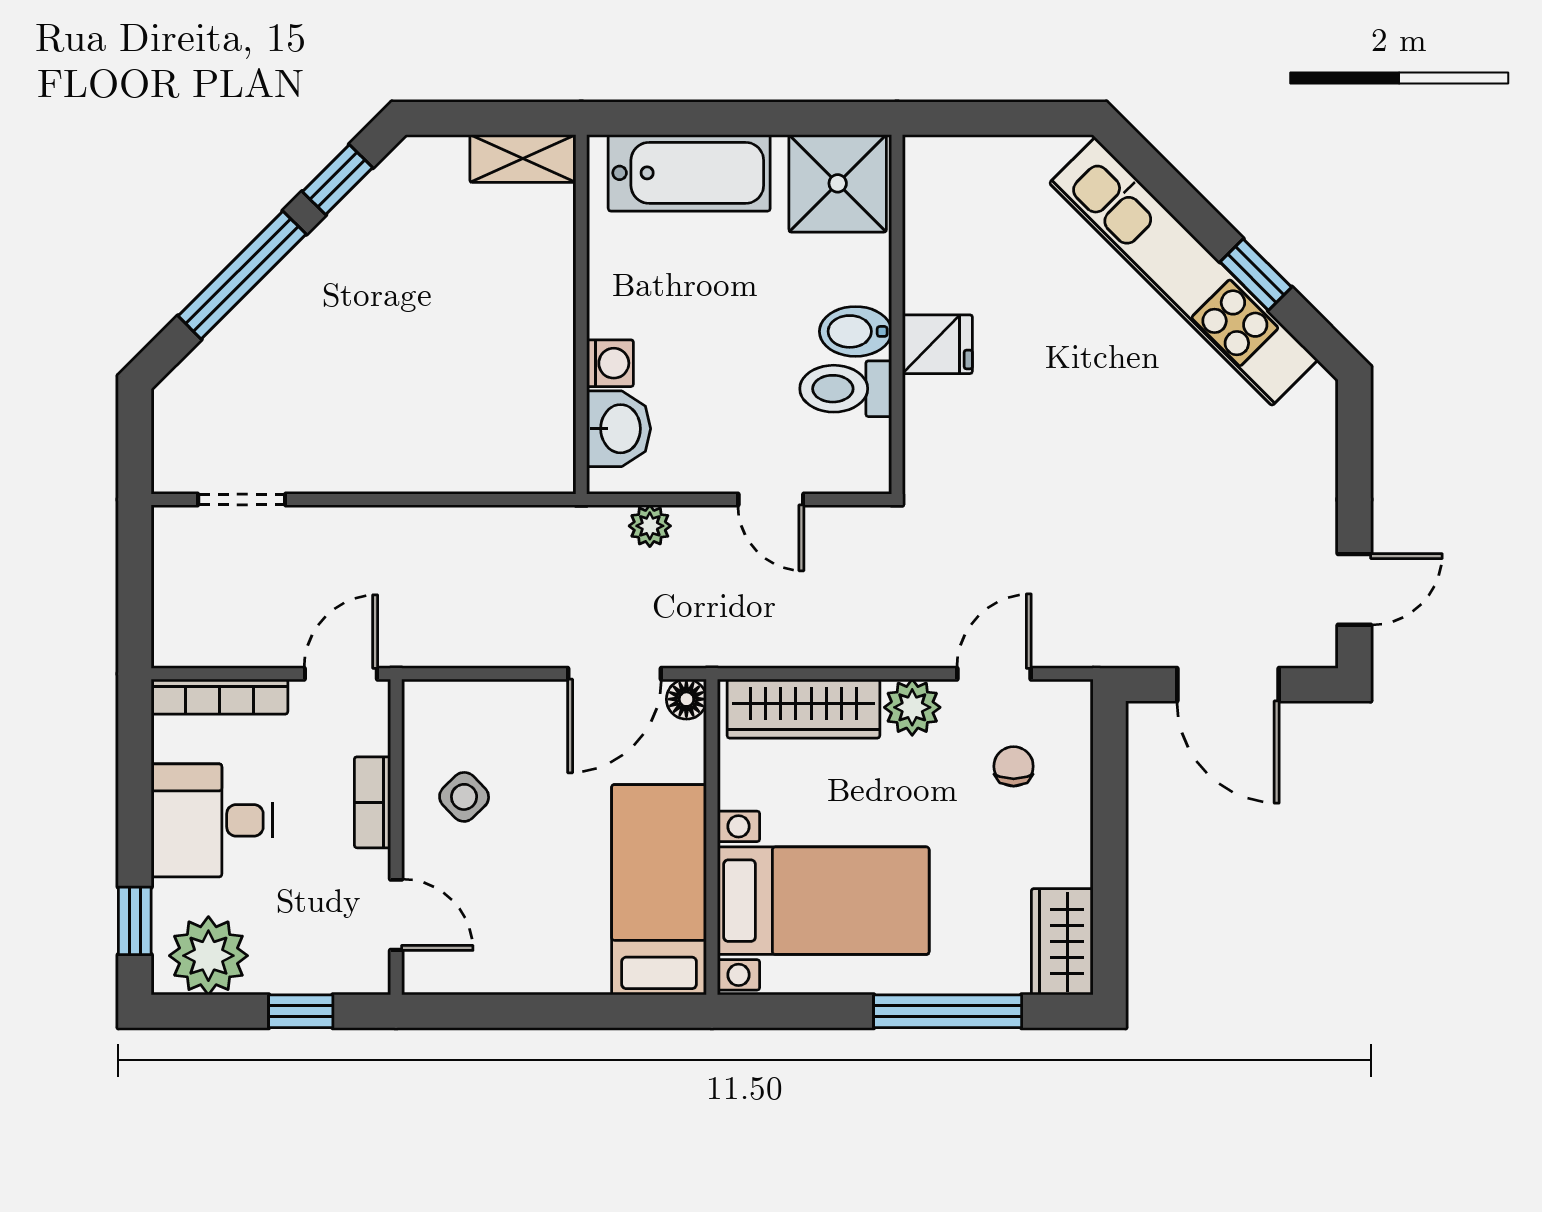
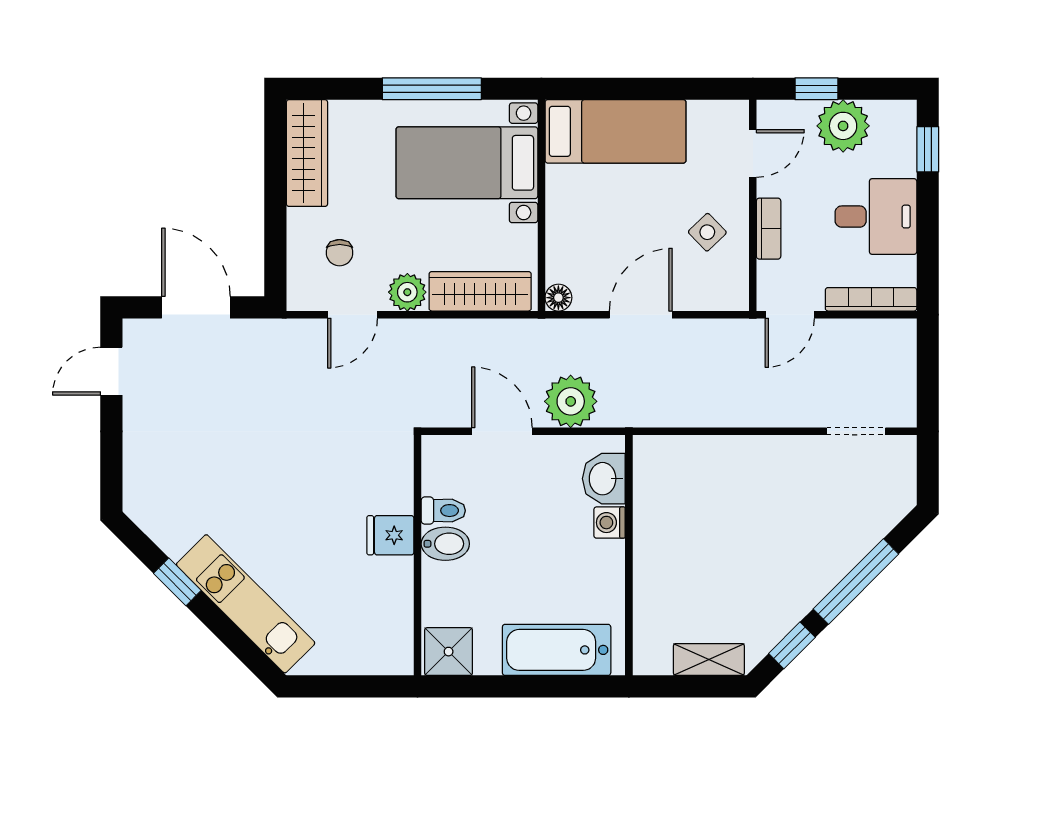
shelving: (523, 159) -> (709, 659), moved
shower: (838, 183) -> (449, 652), width x0.73, depth x0.73
kitchen unit: (1184, 271) -> (246, 604), width x0.73
toilet: (846, 389) -> (443, 511), width x0.73, depth x0.72
door: (771, 500) -> (502, 431), width x1.38
plant: (650, 526) -> (571, 401), width x1.87, depth x1.87
door: (615, 674) -> (641, 315), moved
bed: (659, 890) -> (615, 131), moved, turned -90
door: (396, 915) -> (753, 153), swing flipped
wardrobe: (1062, 942) -> (307, 153), width x1.50
plant: (208, 956) -> (843, 126), moved
window: (948, 1011) -> (432, 89), moved

